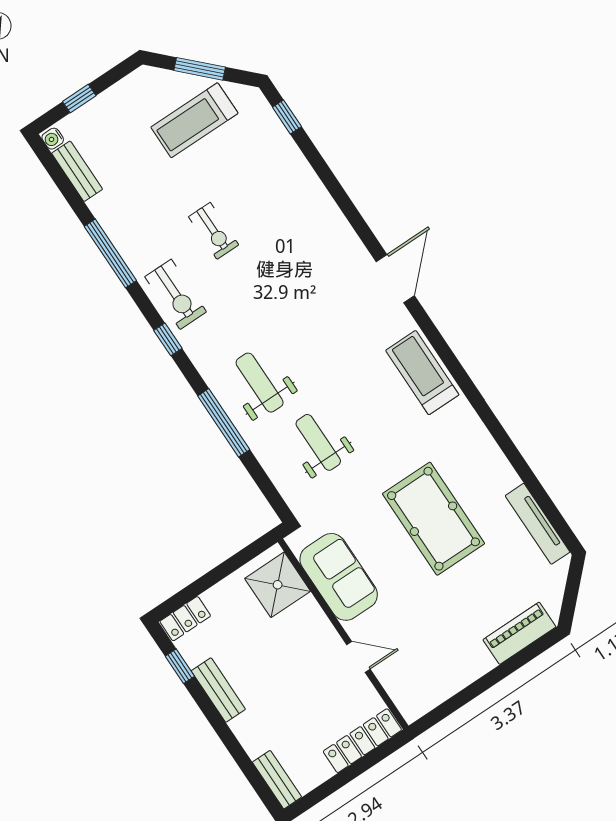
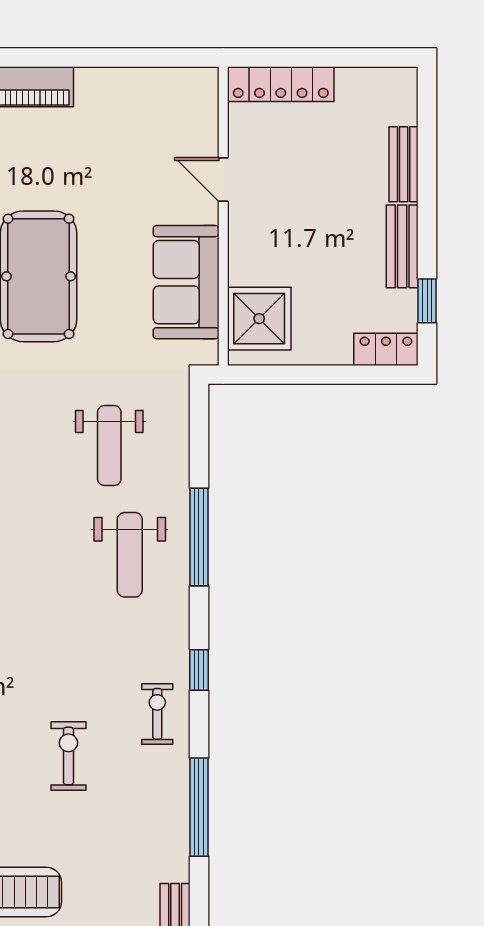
exercise bike: (176, 294) -> (157, 714), width x0.73, depth x0.72
bench: (277, 780) -> (404, 164), moved

